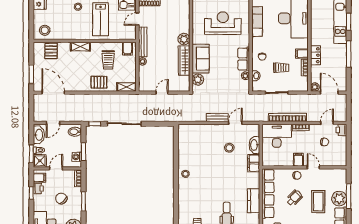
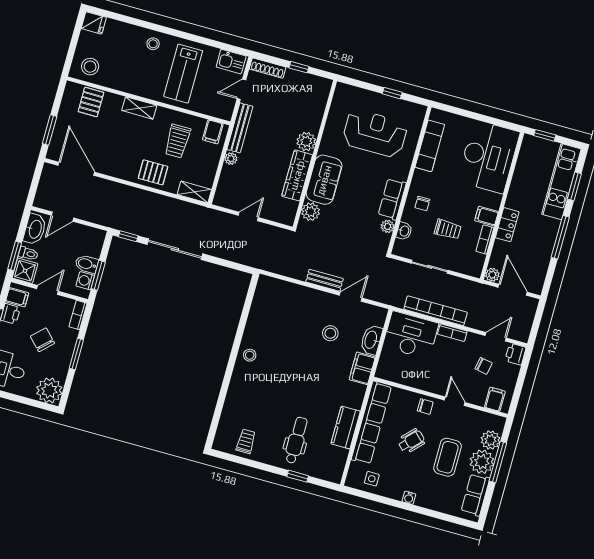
bidet: (75, 132) -> (87, 264), moved
filing cabinet: (298, 160) -> (495, 399), moved
plant: (341, 184) -> (491, 440), added

